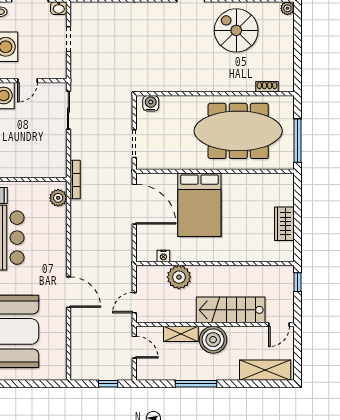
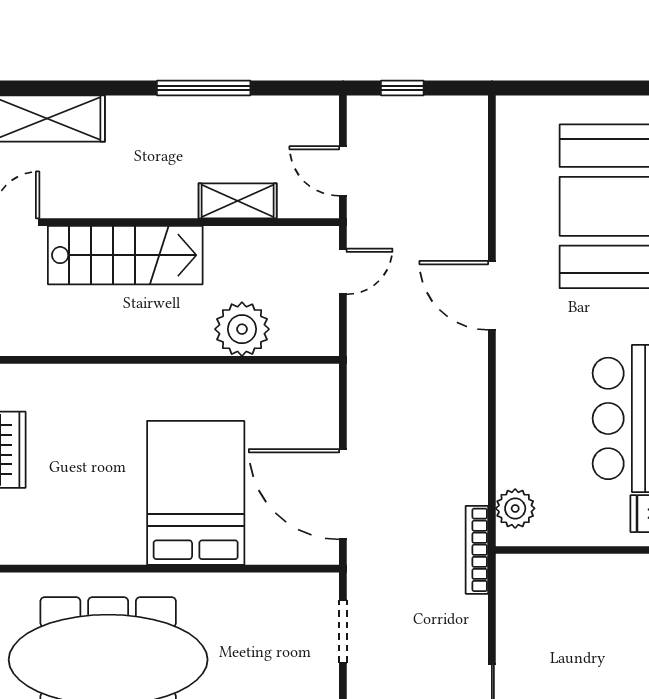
nightstand: (163, 256) -> (277, 377), removed
boiler: (213, 340) -> (165, 188), removed

